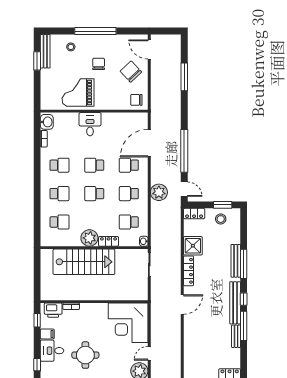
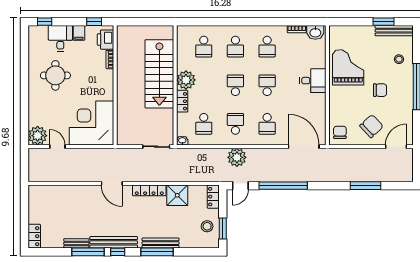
door: (149, 143) -> (304, 147), moved
school desk: (129, 165) -> (267, 124), turned 180
school desk: (129, 222) -> (204, 124), turned 180

